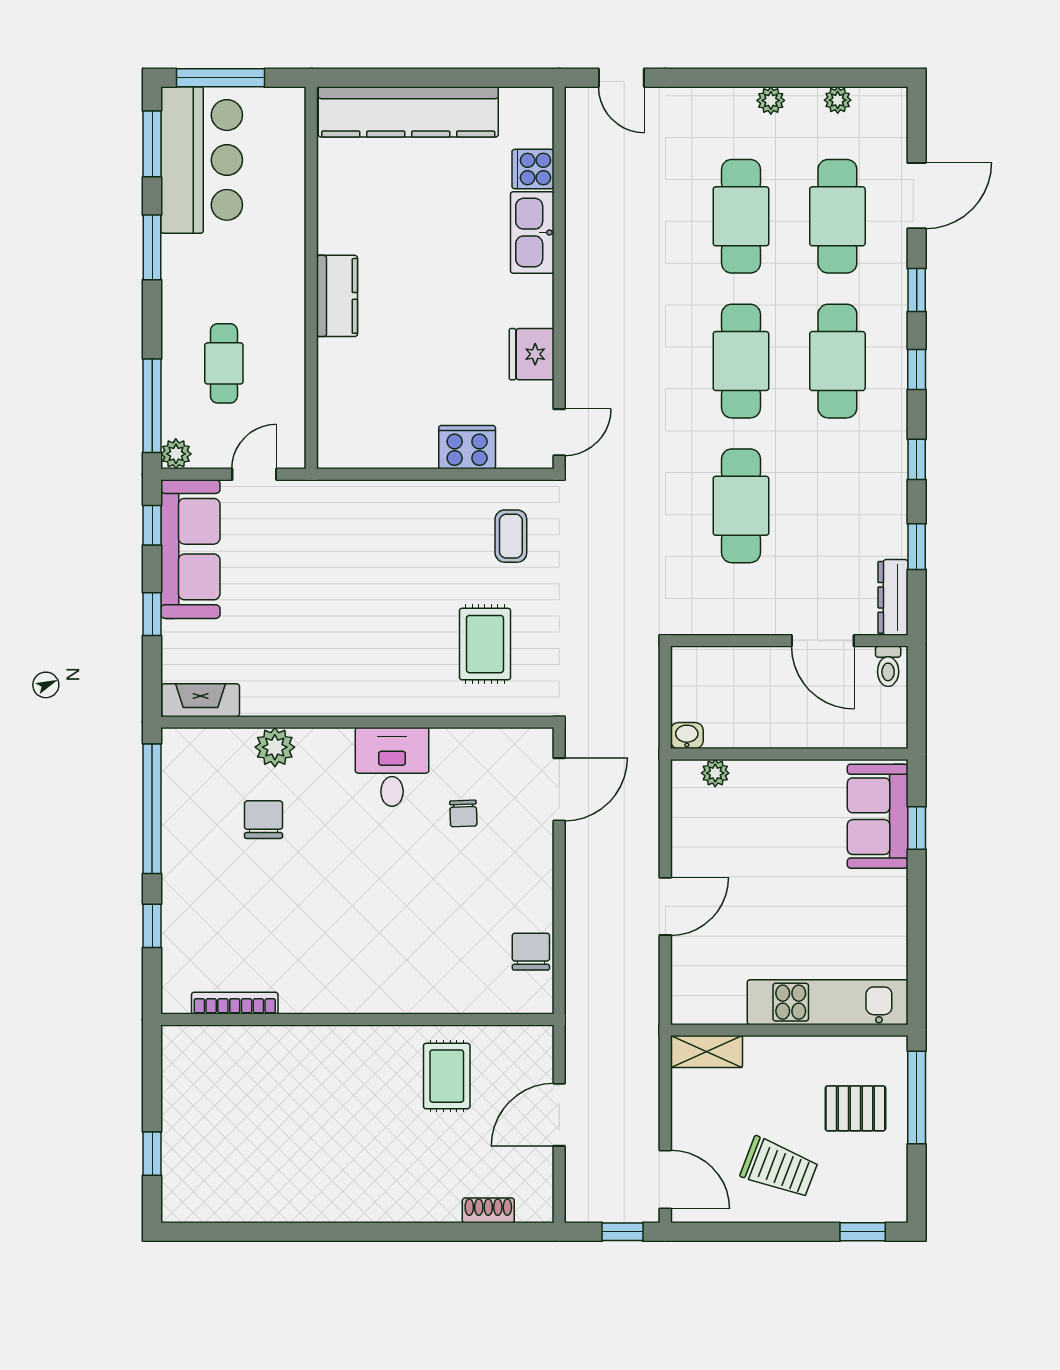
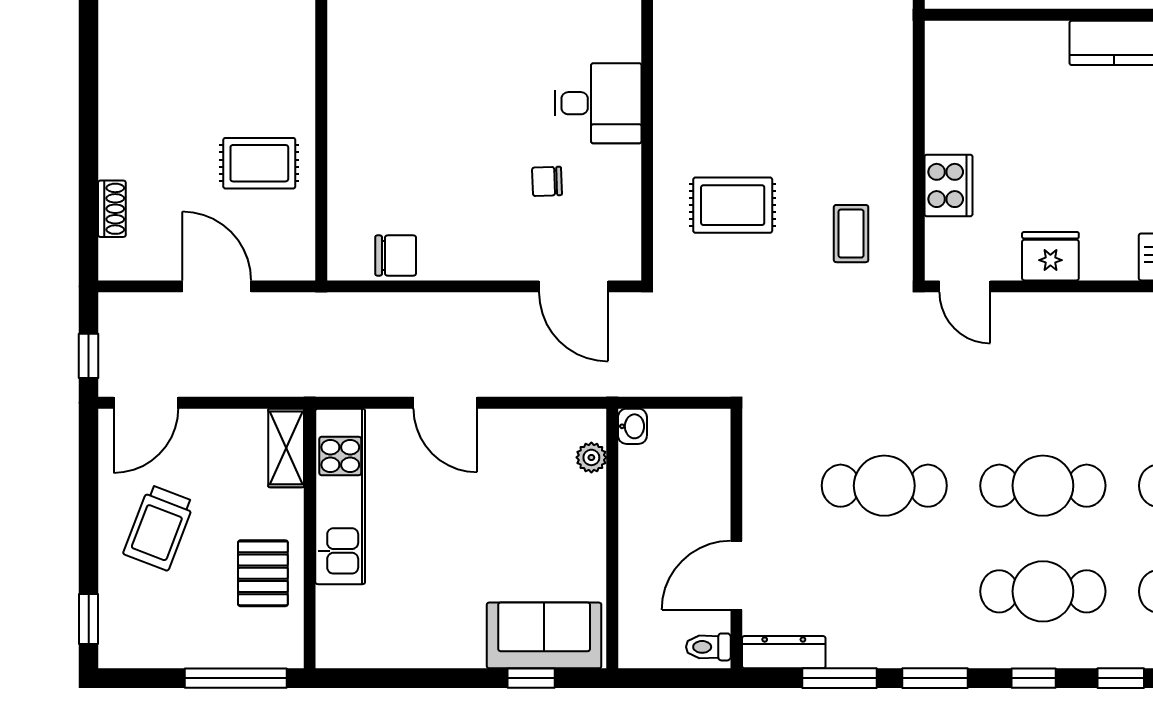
window: (917, 459) -> (935, 678), width x1.50
coffee table: (511, 536) -> (851, 234), turned 90
window: (917, 547) -> (839, 678), width x1.50
kitchen unit: (828, 1002) -> (340, 496), moved
pallet: (855, 1108) -> (263, 573), moved

